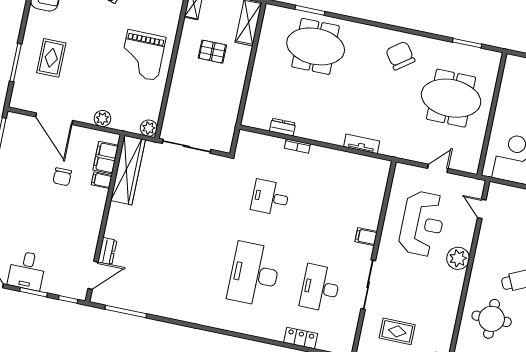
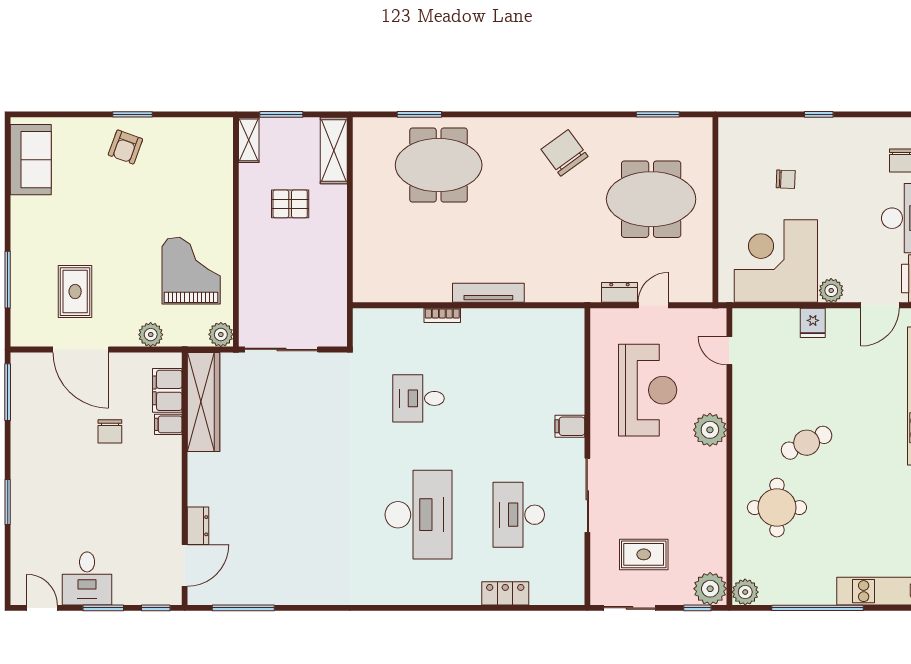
grand piano: (143, 55) -> (191, 271), moved, turned 180
rug: (51, 58) -> (75, 292), moved
dresser: (282, 127) -> (619, 292), moved
tv unit: (362, 144) -> (488, 293), moved, width x1.41
desk: (254, 274) -> (419, 515), turned 180

